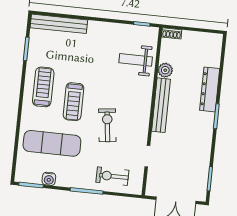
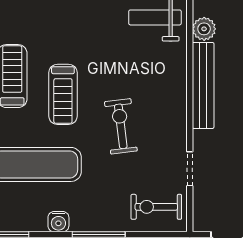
exercise bike: (112, 176) -> (156, 207), moved
water cooler: (49, 179) -> (58, 222), moved

